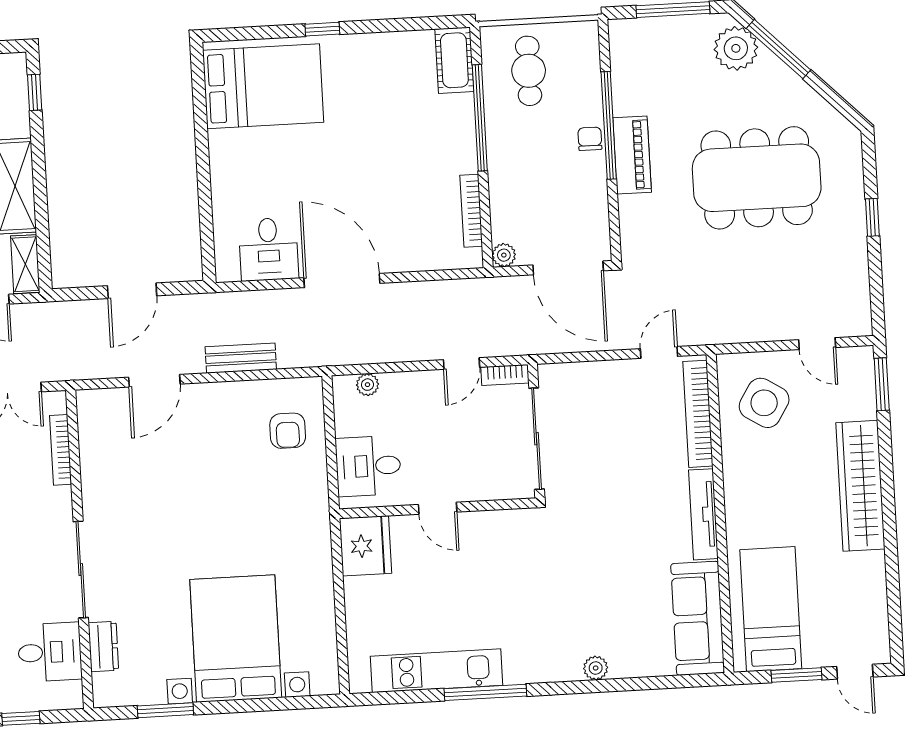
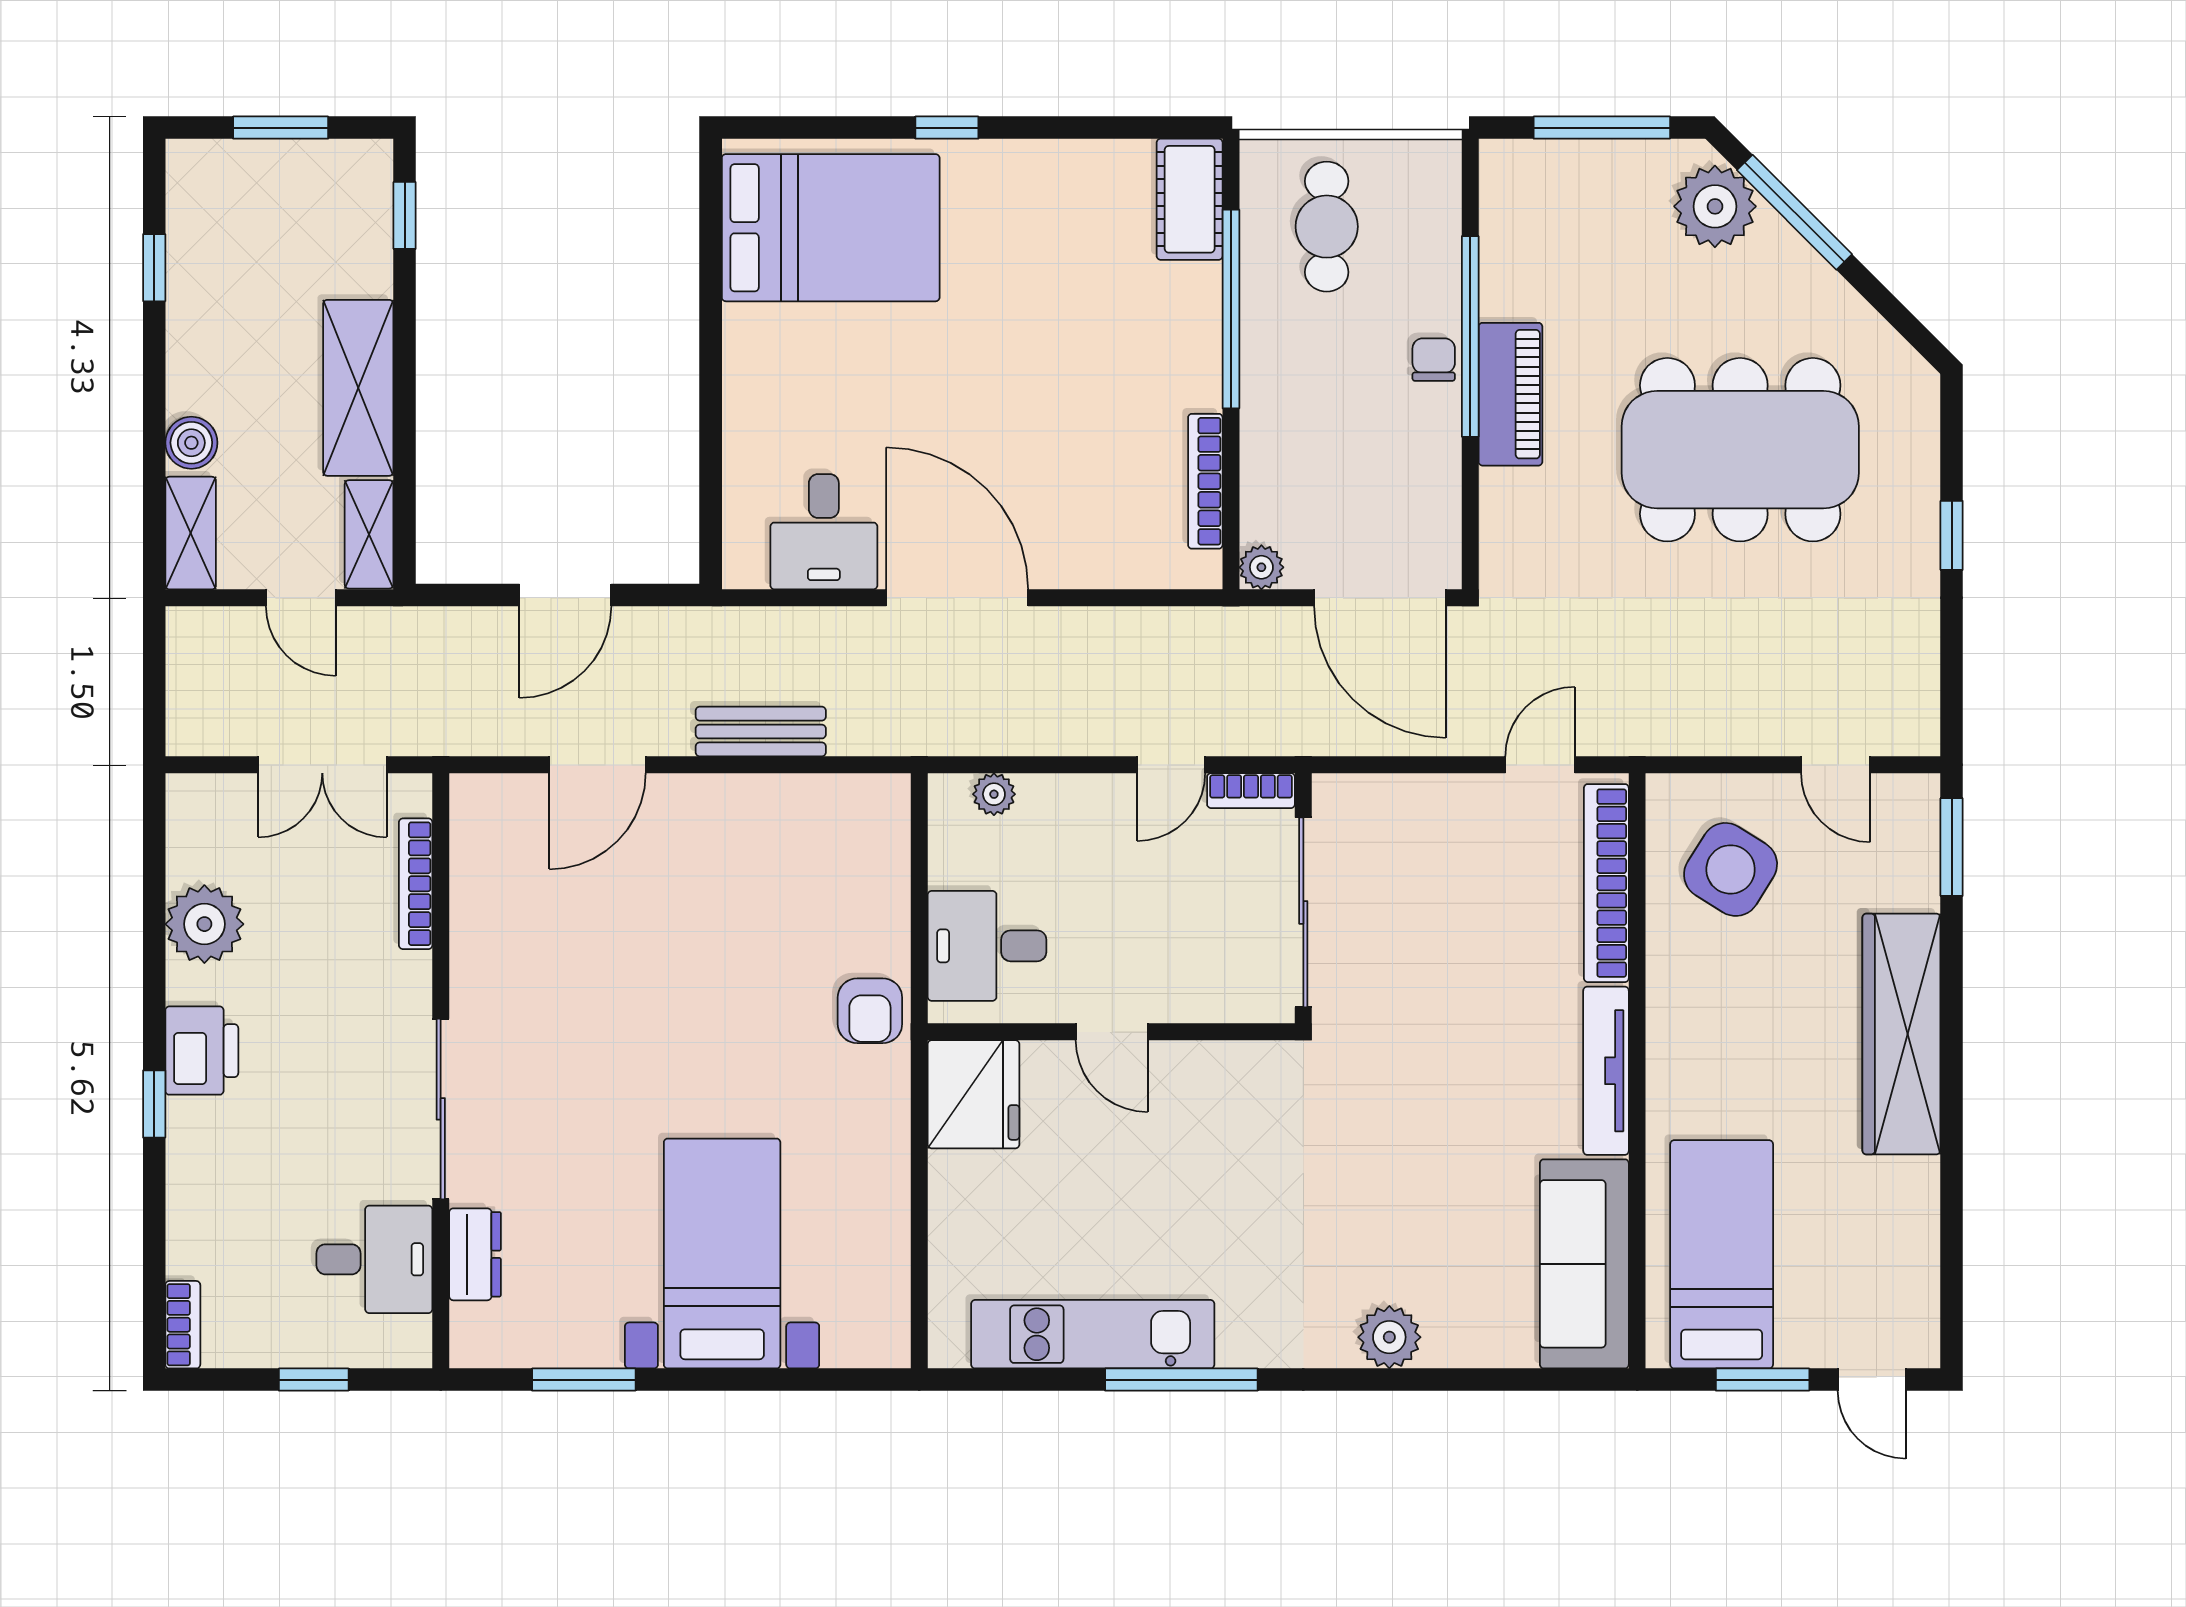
armchair: (288, 431) -> (870, 1011), moved
bed with nightstands: (236, 639) -> (722, 1253), width x0.73
plant: (596, 668) -> (1389, 1337), width x1.38, depth x1.38

